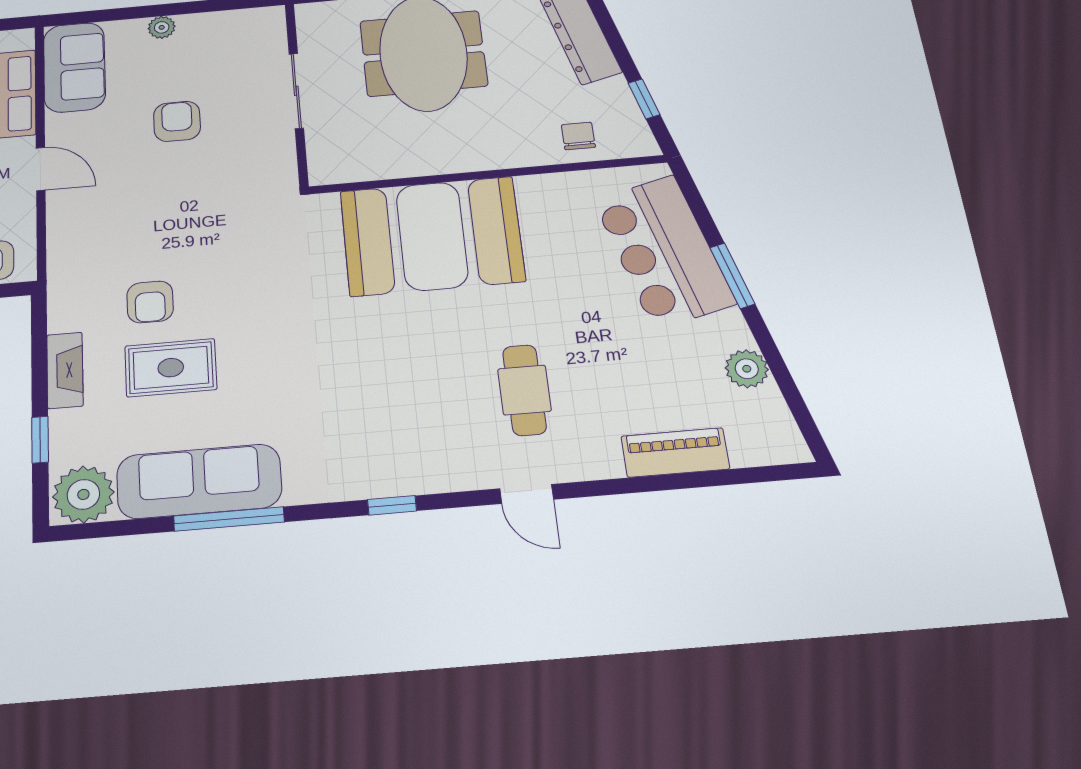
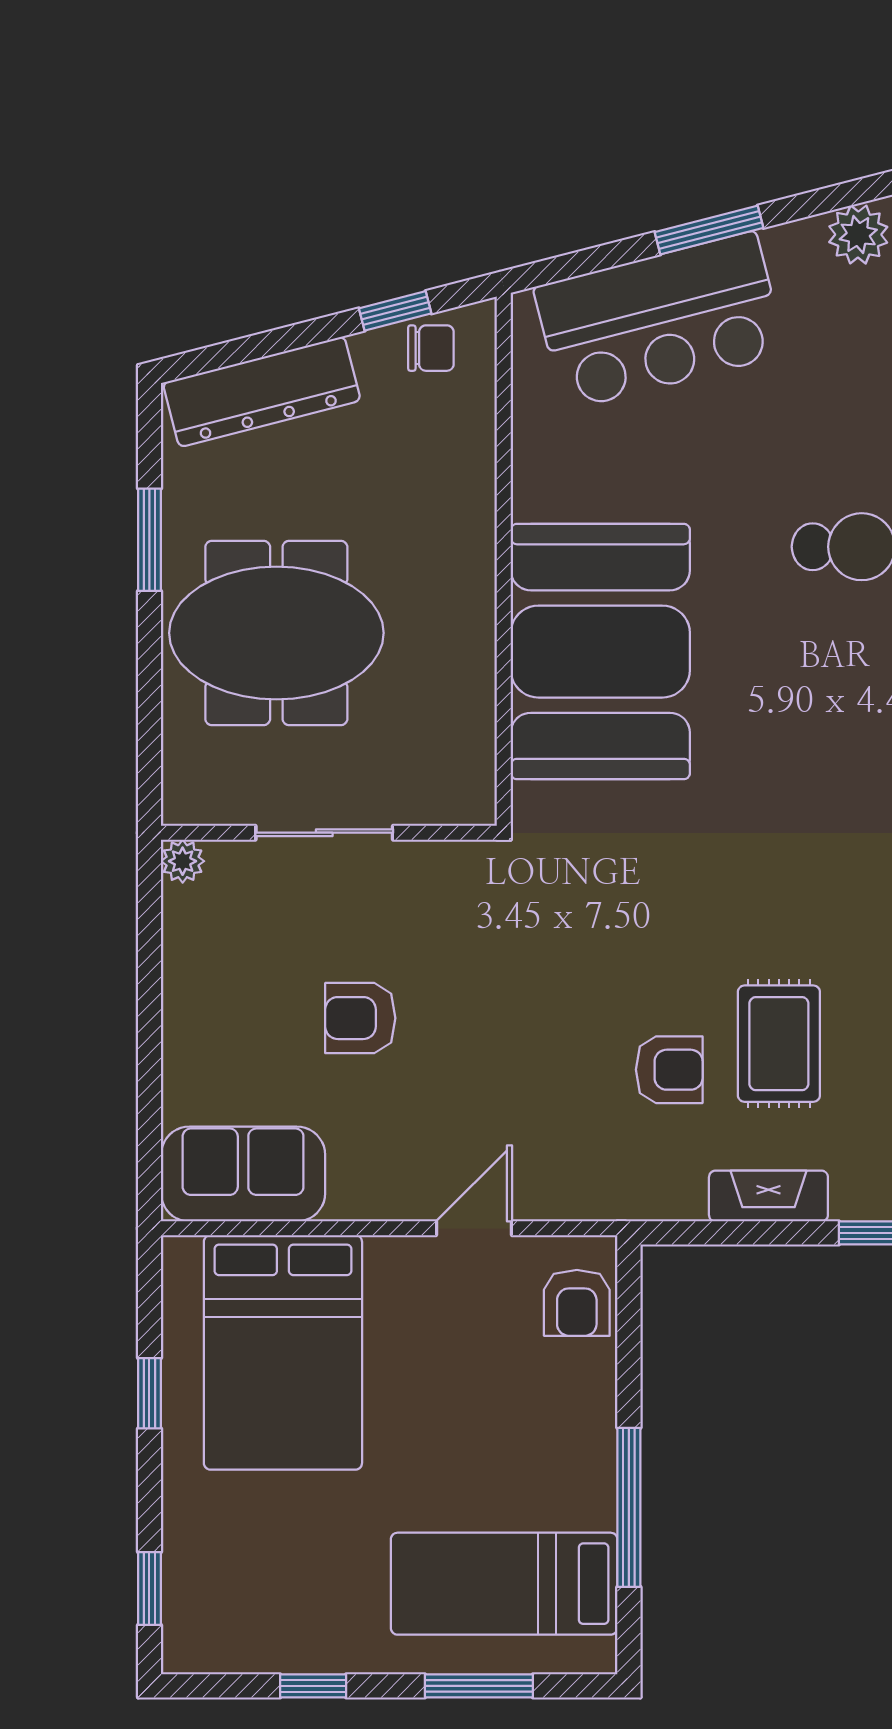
plant: (162, 27) -> (183, 861), moved
chair: (578, 136) -> (431, 348), moved, turned 180
door: (41, 169) -> (474, 1228), moved

